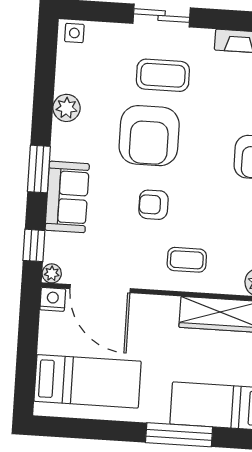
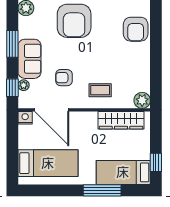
armchair: (153, 205) -> (64, 78), moved
plant: (52, 273) -> (24, 85), moved

